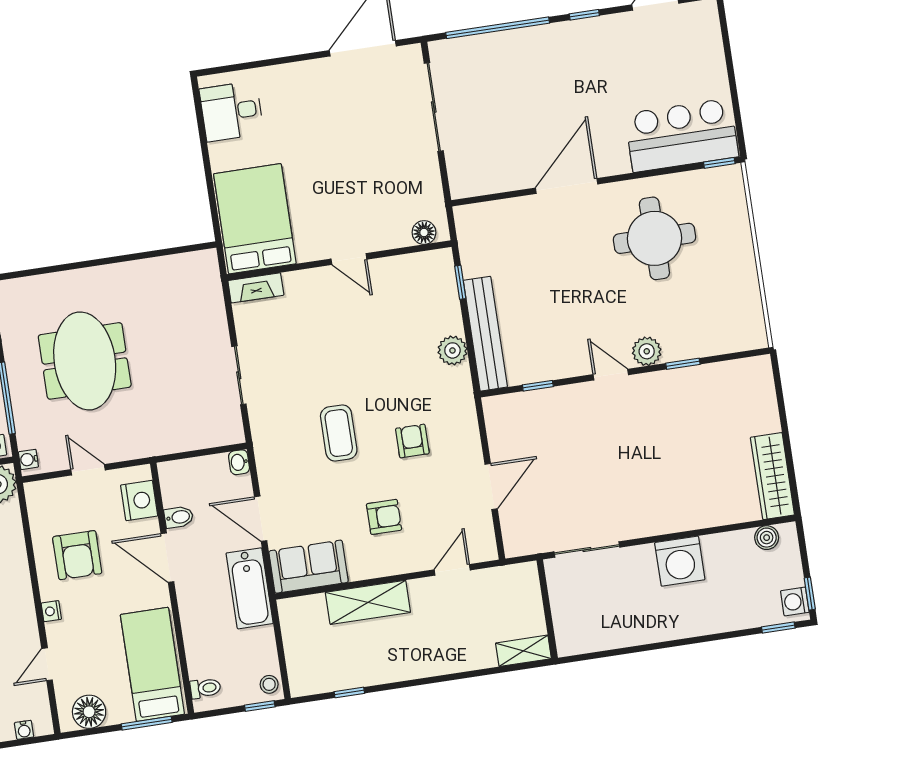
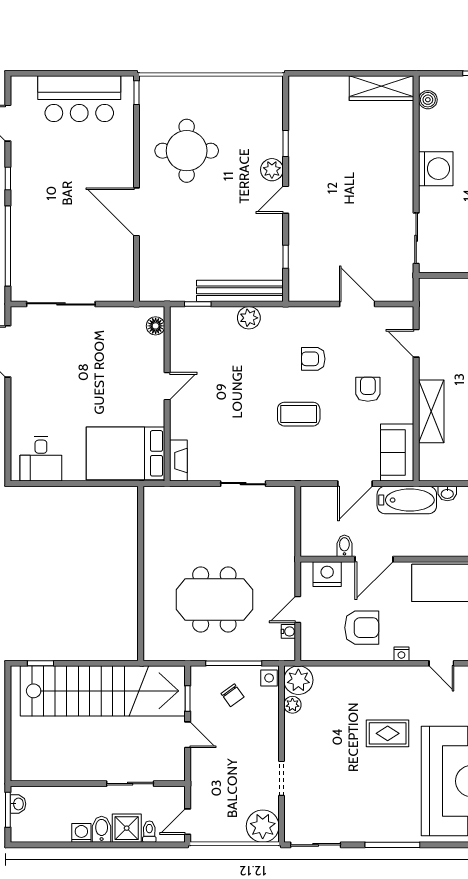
bar counter: (682, 135) -> (79, 99), moved, turned -90
water cooler: (28, 459) -> (288, 631), moved, turned -90
washbasin: (239, 462) -> (447, 493), moved

